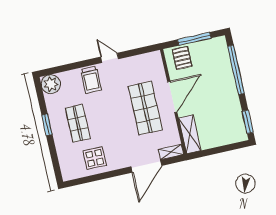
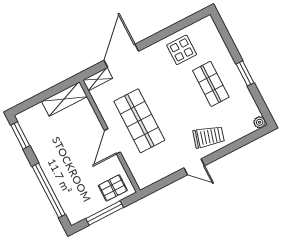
pallet: (182, 58) -> (113, 188), turned 90
trolley: (91, 80) -> (209, 137), turned 106
plant: (51, 84) -> (260, 122), width x0.53, depth x0.53
door: (172, 97) -> (112, 141), width x0.73
shelving: (190, 134) -> (64, 99), moved, turned 90

